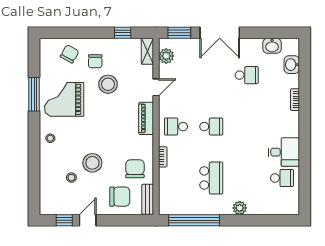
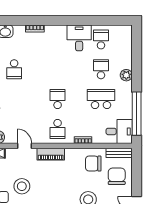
school desk: (247, 75) -> (14, 69), turned 180
school desk: (247, 178) -> (101, 69), added
desk: (173, 200) -> (119, 131), added

